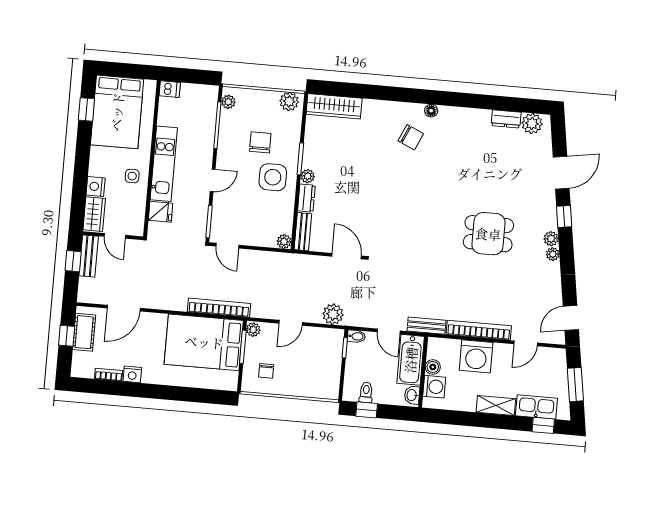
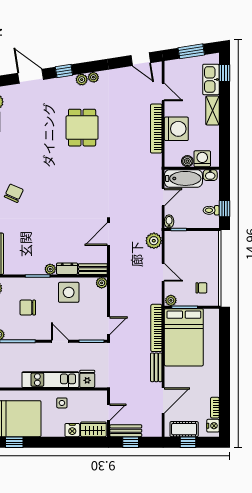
side table: (273, 177) -> (69, 292), moved
door: (124, 308) -> (163, 401), hinge flipped
bench: (427, 326) -> (156, 367), moved
nightstand: (132, 374) -> (213, 426), moved

